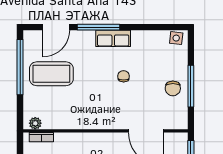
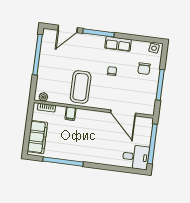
row of seats: (113, 38) -> (118, 44), moved
coffee table: (51, 74) -> (81, 87), moved, turned 90
chair: (173, 88) -> (144, 69), moved
filing cabinet: (75, 141) -> (70, 114), added

